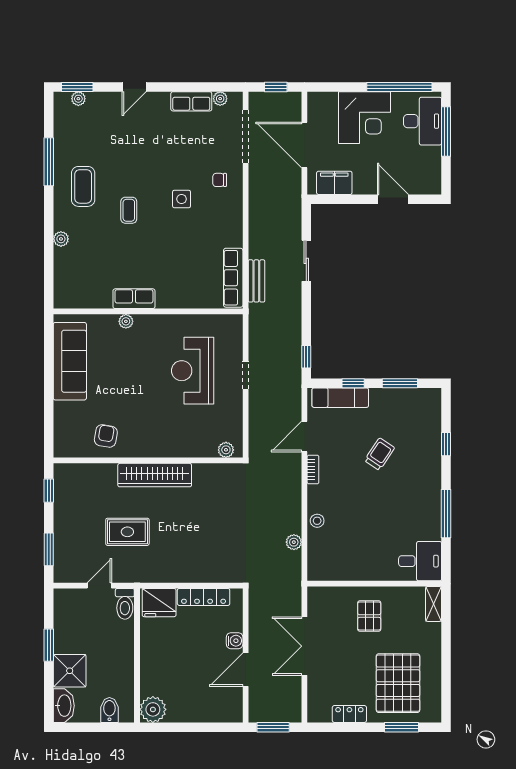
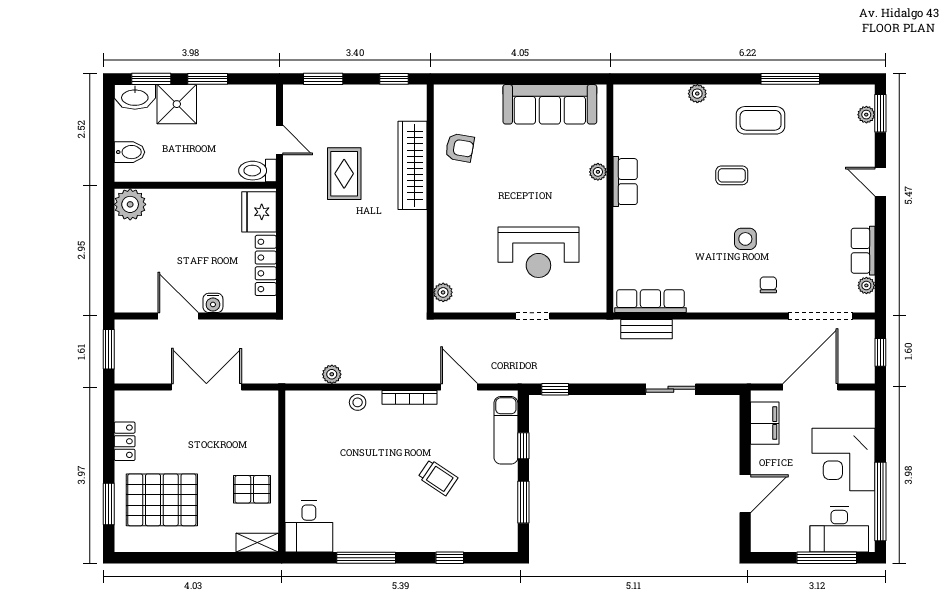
reception desk: (193, 371) -> (538, 252), turned 180
bookcase: (313, 470) -> (409, 397), width x1.56
wardrobe: (155, 475) -> (413, 165), moved
pallet: (369, 616) -> (252, 489), moved
window: (49, 692) -> (151, 79), added

